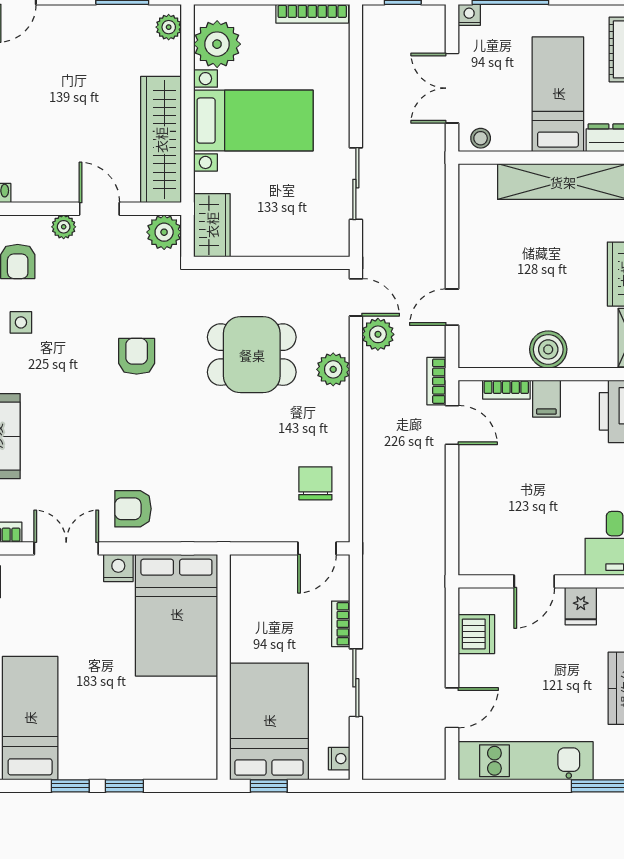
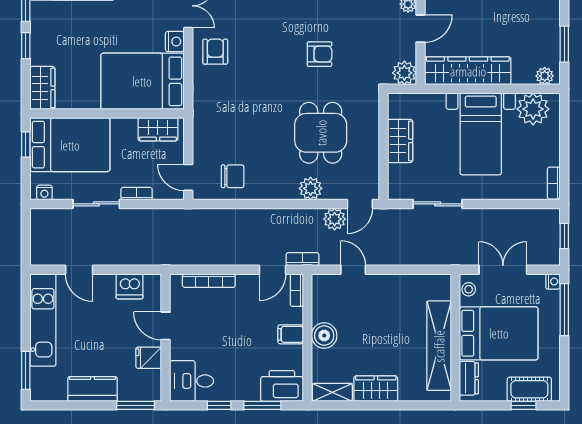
bookcase: (312, 14) -> (554, 183), width x0.64
bed: (558, 94) -> (499, 333), width x1.50
wardrobe: (212, 225) -> (400, 141), moved, turned -90
bookcase: (506, 390) -> (297, 290), moved
bookcase: (468, 518) -> (209, 281), added
wardrobe: (247, 593) -> (158, 129), added
wardrobe: (186, 762) -> (42, 88), added

